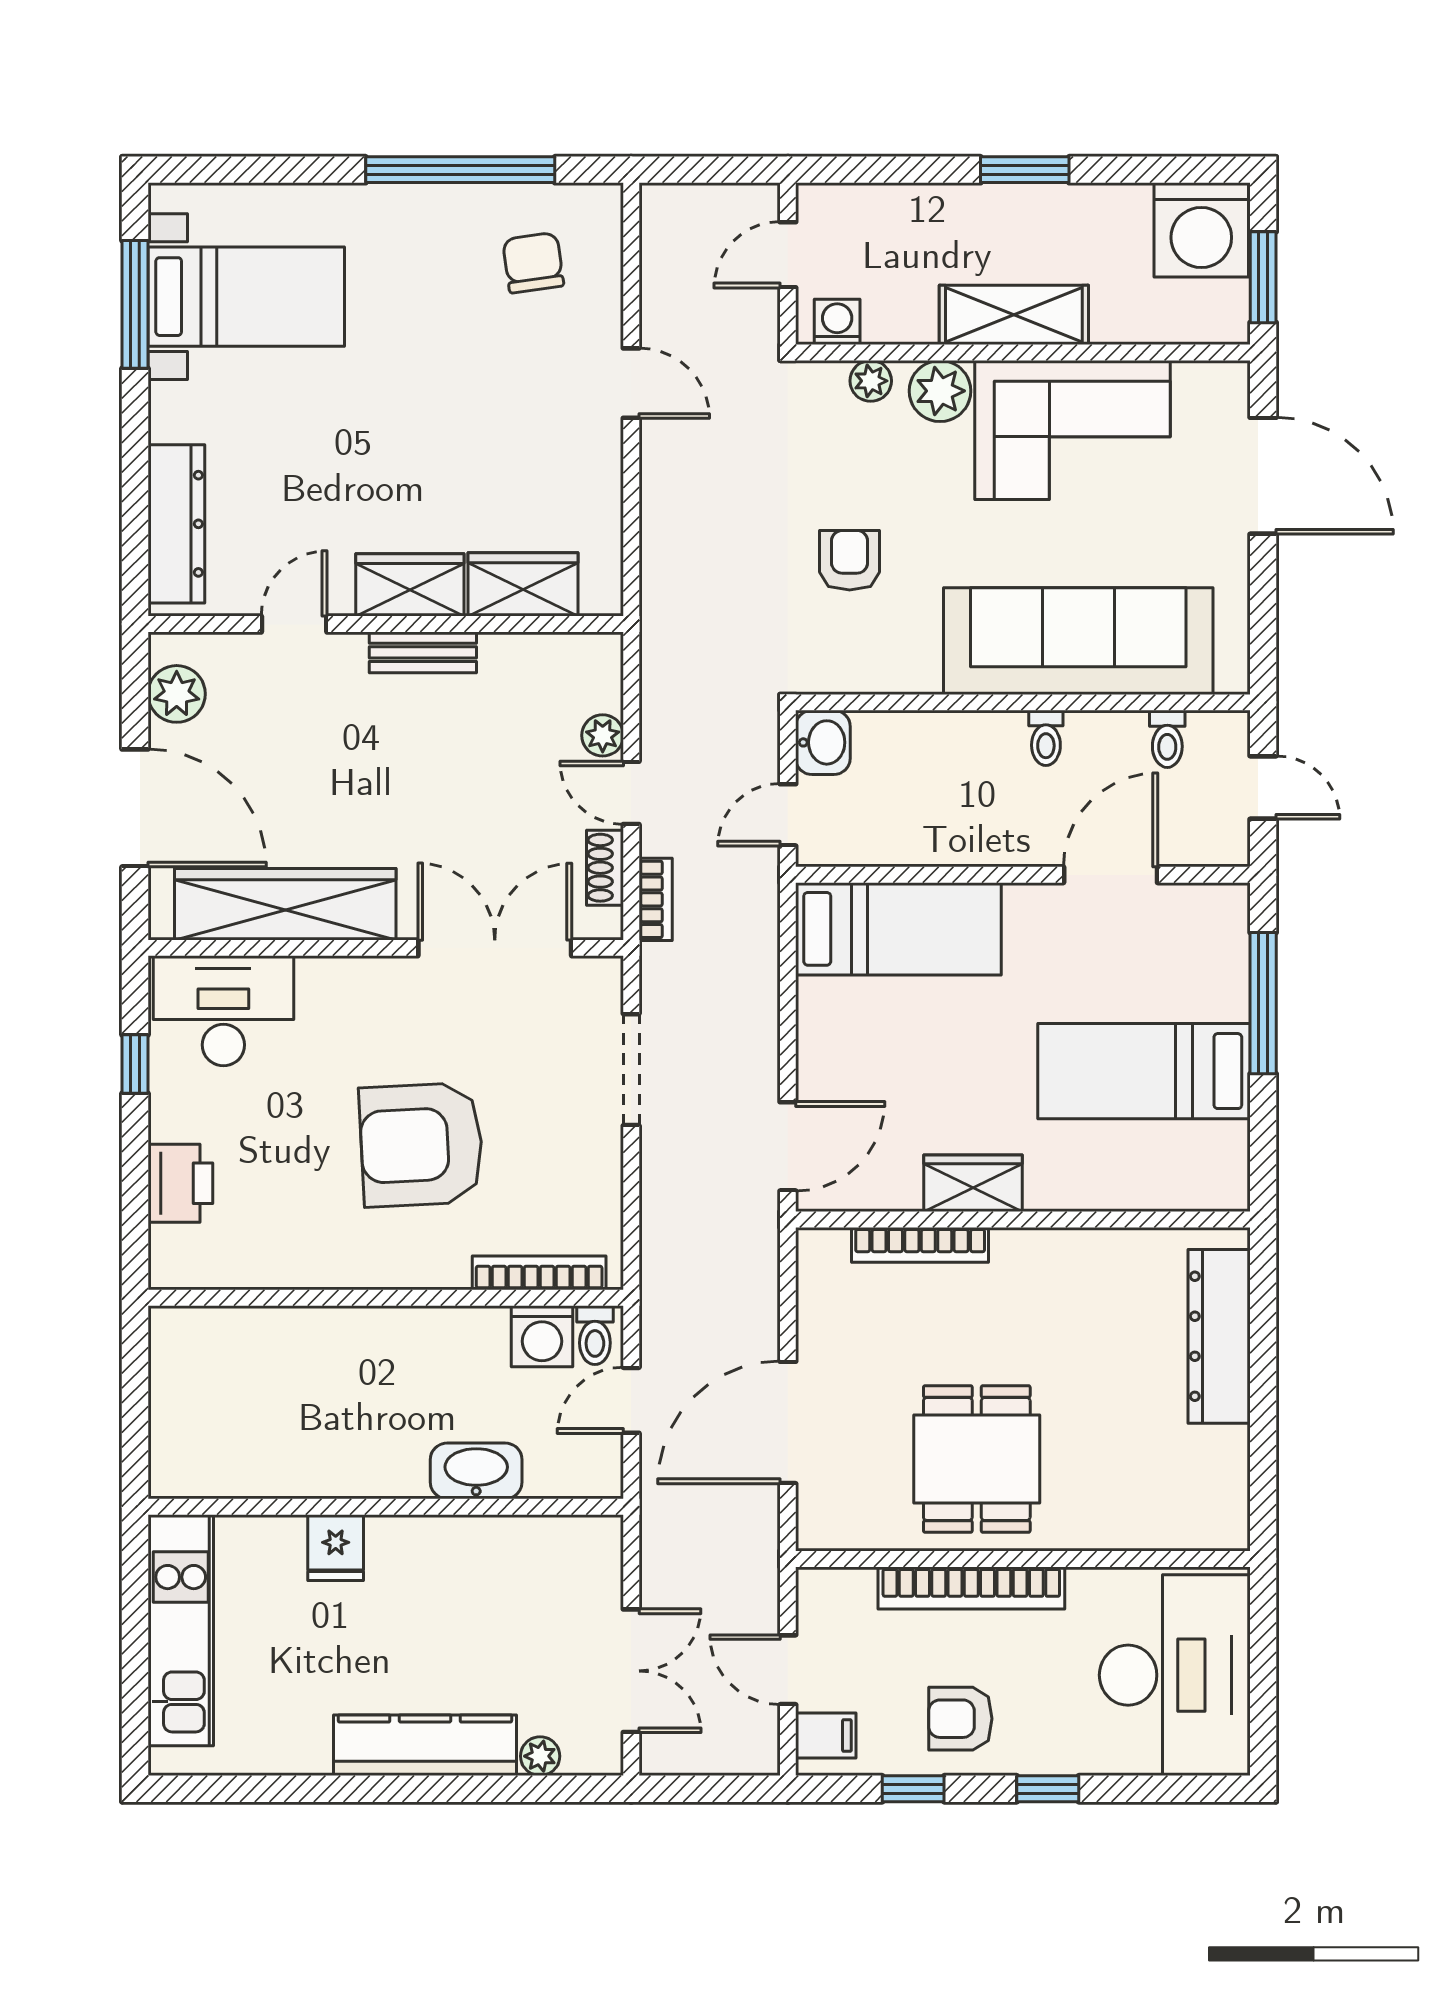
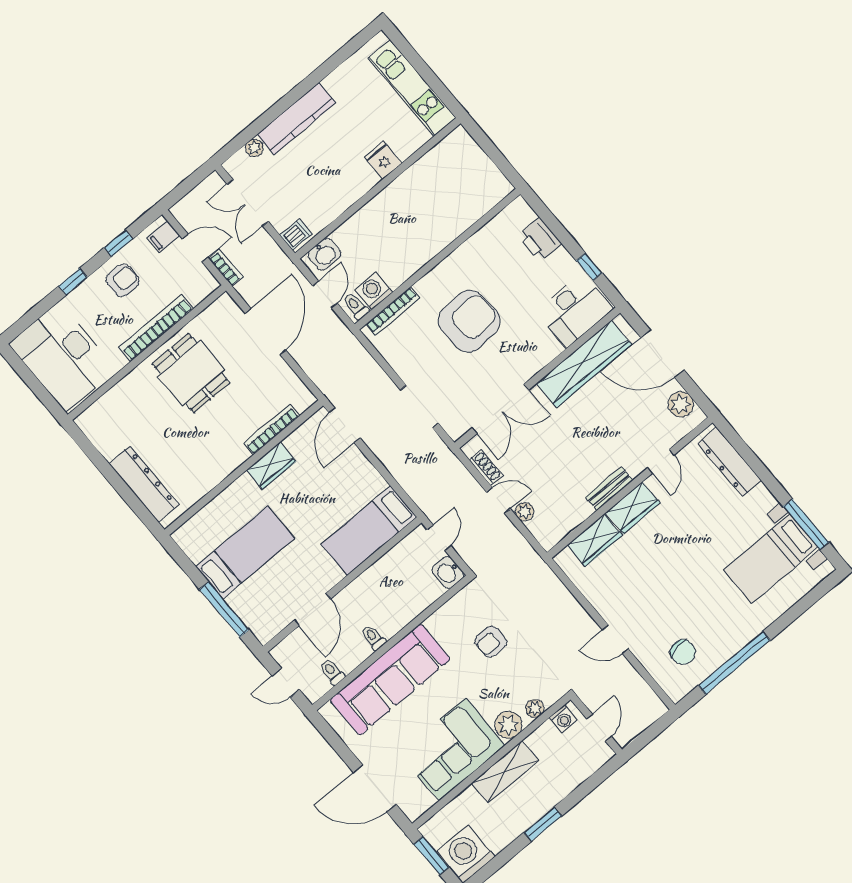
armchair: (850, 560) -> (491, 642), turned 90
bookcase: (656, 899) -> (226, 268), moved, turned 180
washbasin: (476, 1471) -> (324, 254), moved, width x0.72
dishwasher: (594, 1546) -> (296, 234), added

